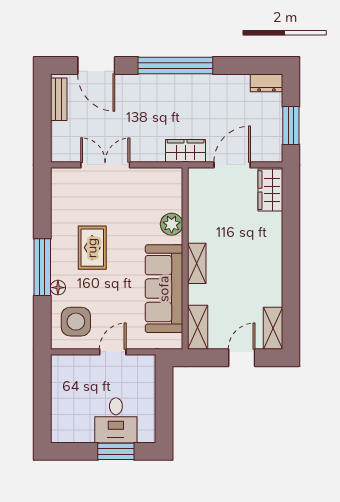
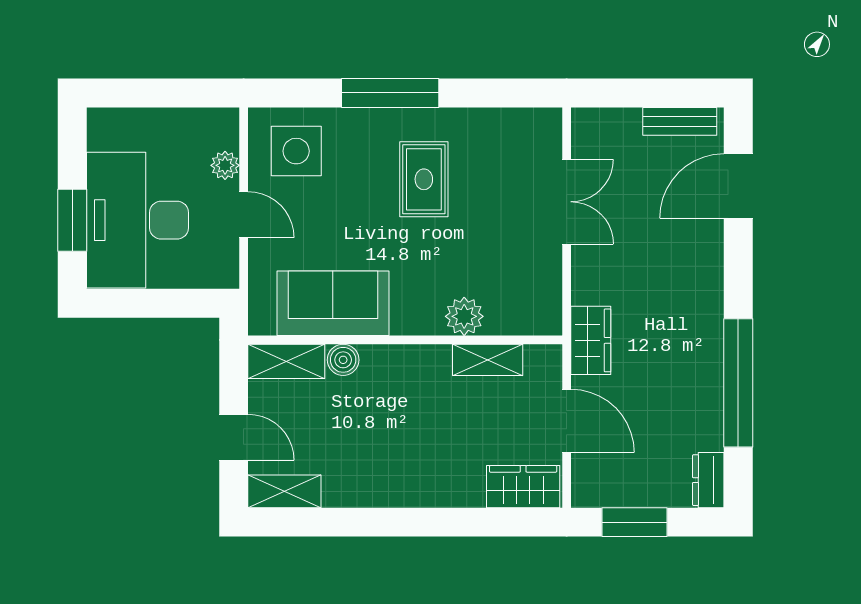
window: (175, 66) -> (738, 383), moved
rug: (92, 248) -> (424, 179), turned 90
shelving: (197, 263) -> (488, 360), moved
floor lamp: (58, 288) -> (355, 120), removed
sofa: (164, 289) -> (333, 303), width x0.73
boiler: (197, 294) -> (343, 360), added
plant: (84, 363) -> (225, 165), added
desk: (116, 420) -> (137, 220), width x1.87, depth x1.30

